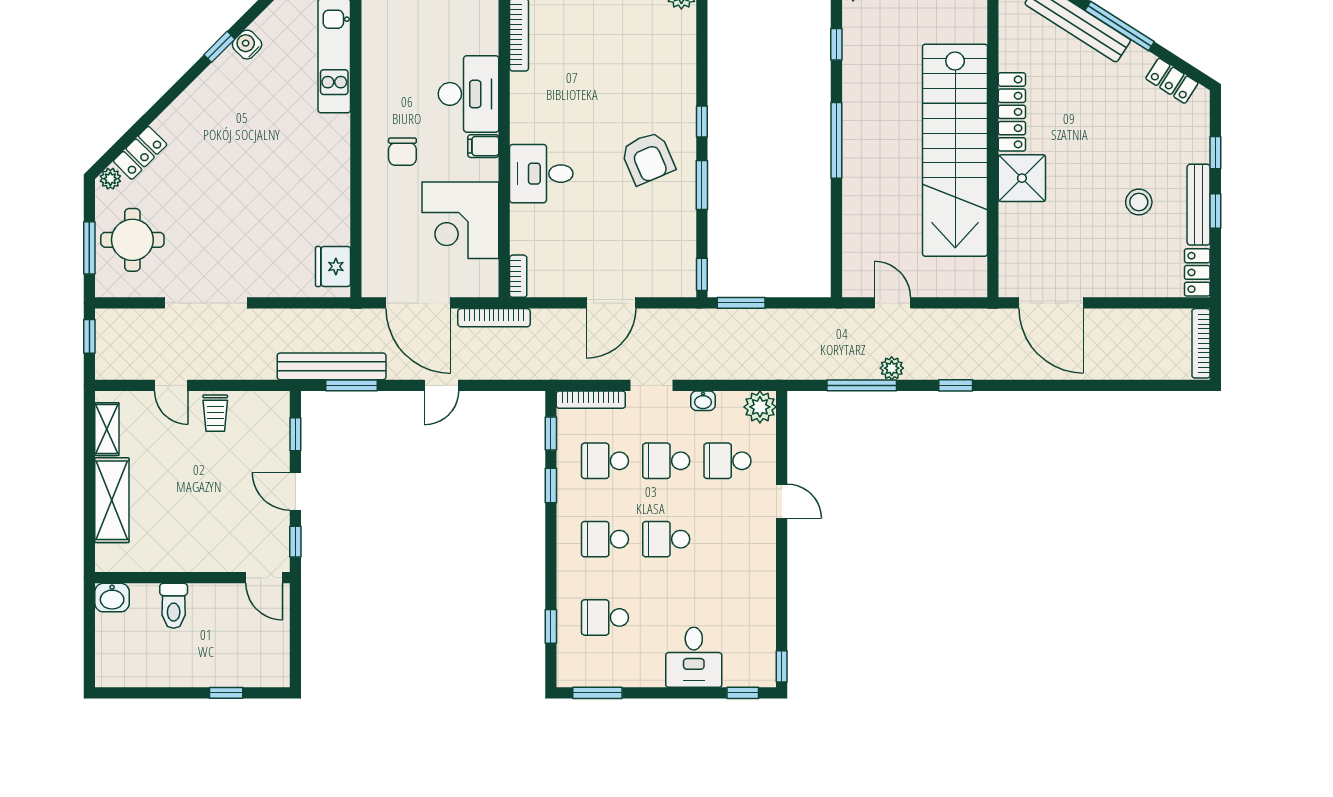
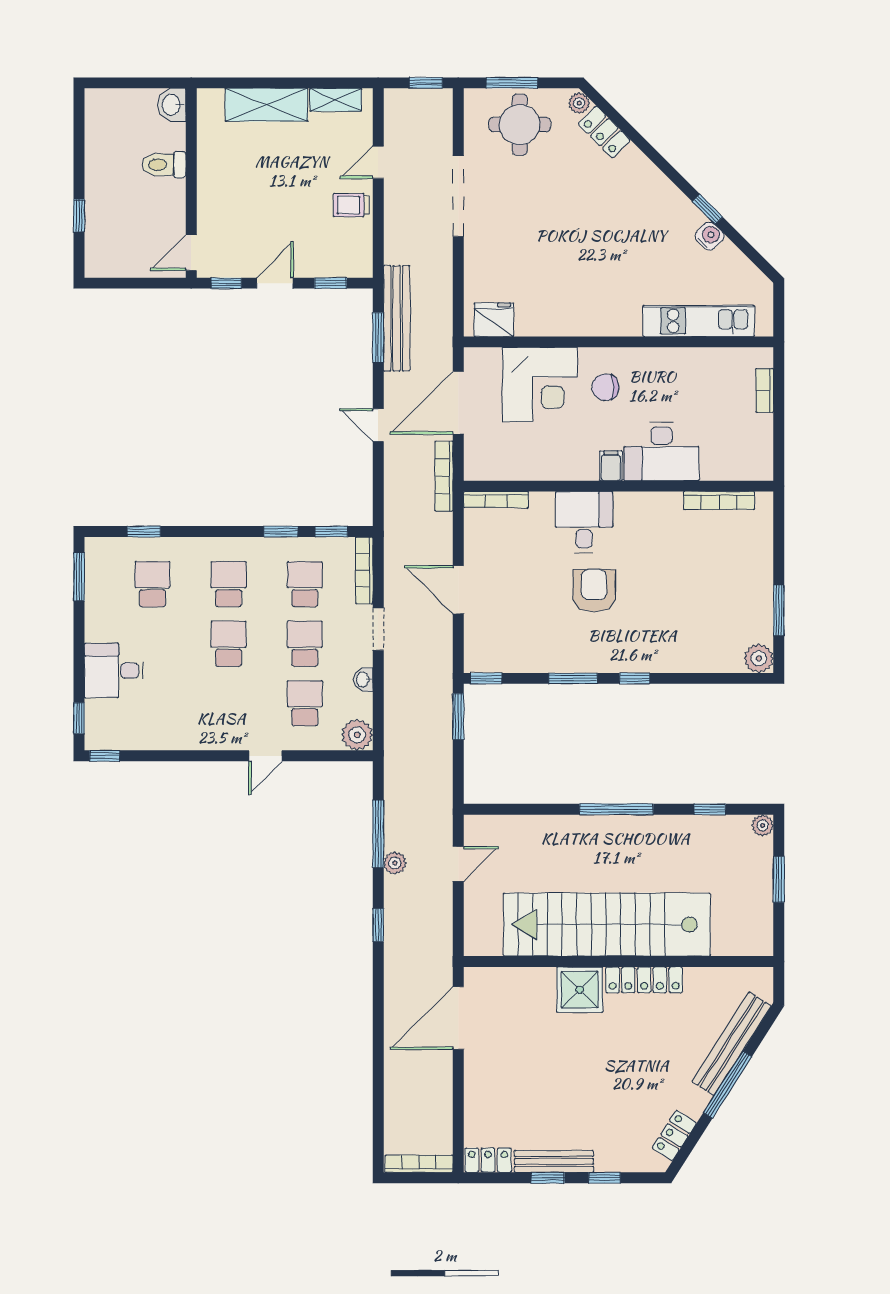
armchair: (648, 158) -> (594, 591), moved, turned 113
stool: (1139, 202) -> (556, 1103), removed
corner desk: (460, 220) -> (540, 385), moved, turned 180
bookcase: (518, 276) -> (496, 500), width x1.56

